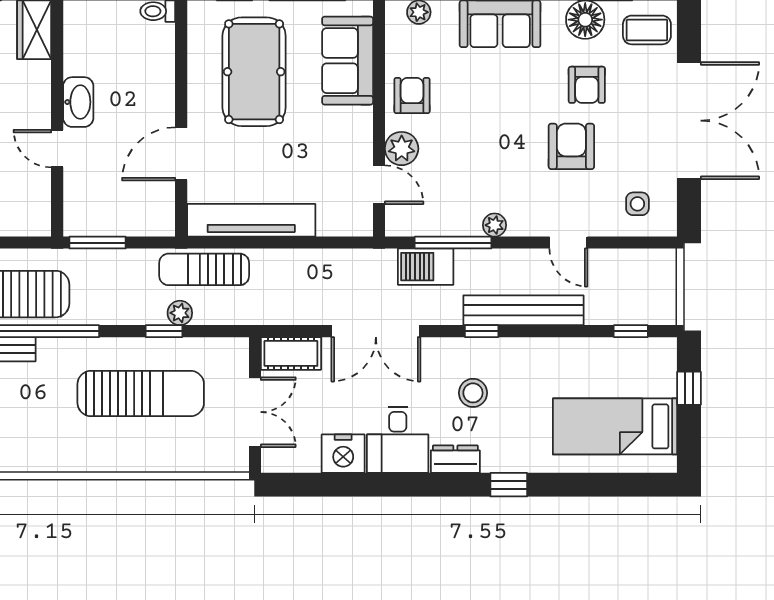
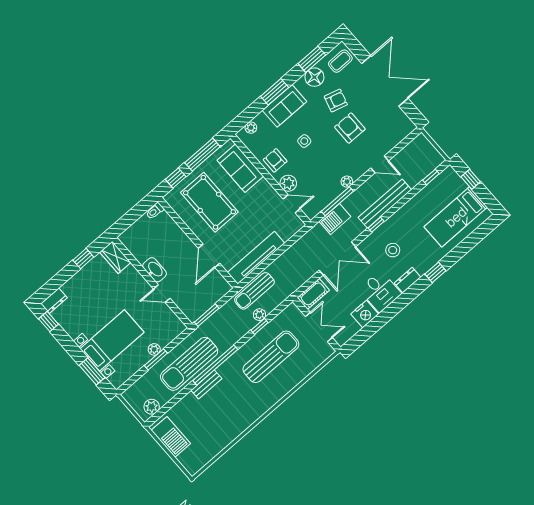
armchair: (587, 85) -> (336, 101), turned -74
side table: (637, 204) -> (304, 141), moved

